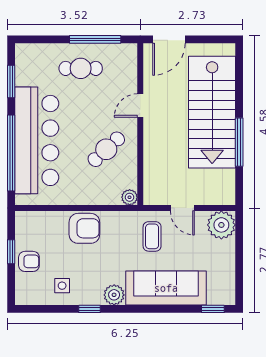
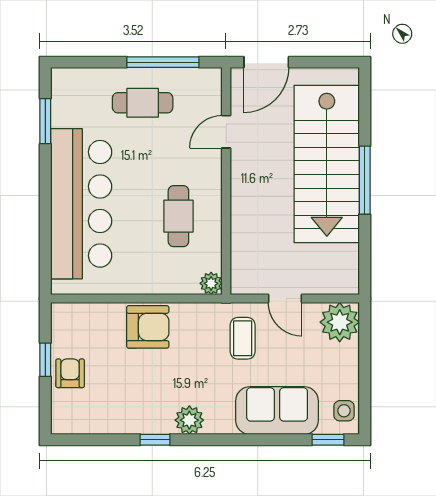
door: (140, 106) -> (226, 132), moved
window: (239, 142) -> (365, 180), moved
cafe table: (106, 149) -> (178, 216), turned -47
window: (11, 153) -> (45, 221), removed
armchair: (29, 261) -> (70, 373), turned -90
side table: (62, 286) -> (344, 411), moved
sofa: (166, 288) -> (277, 411), width x0.73

